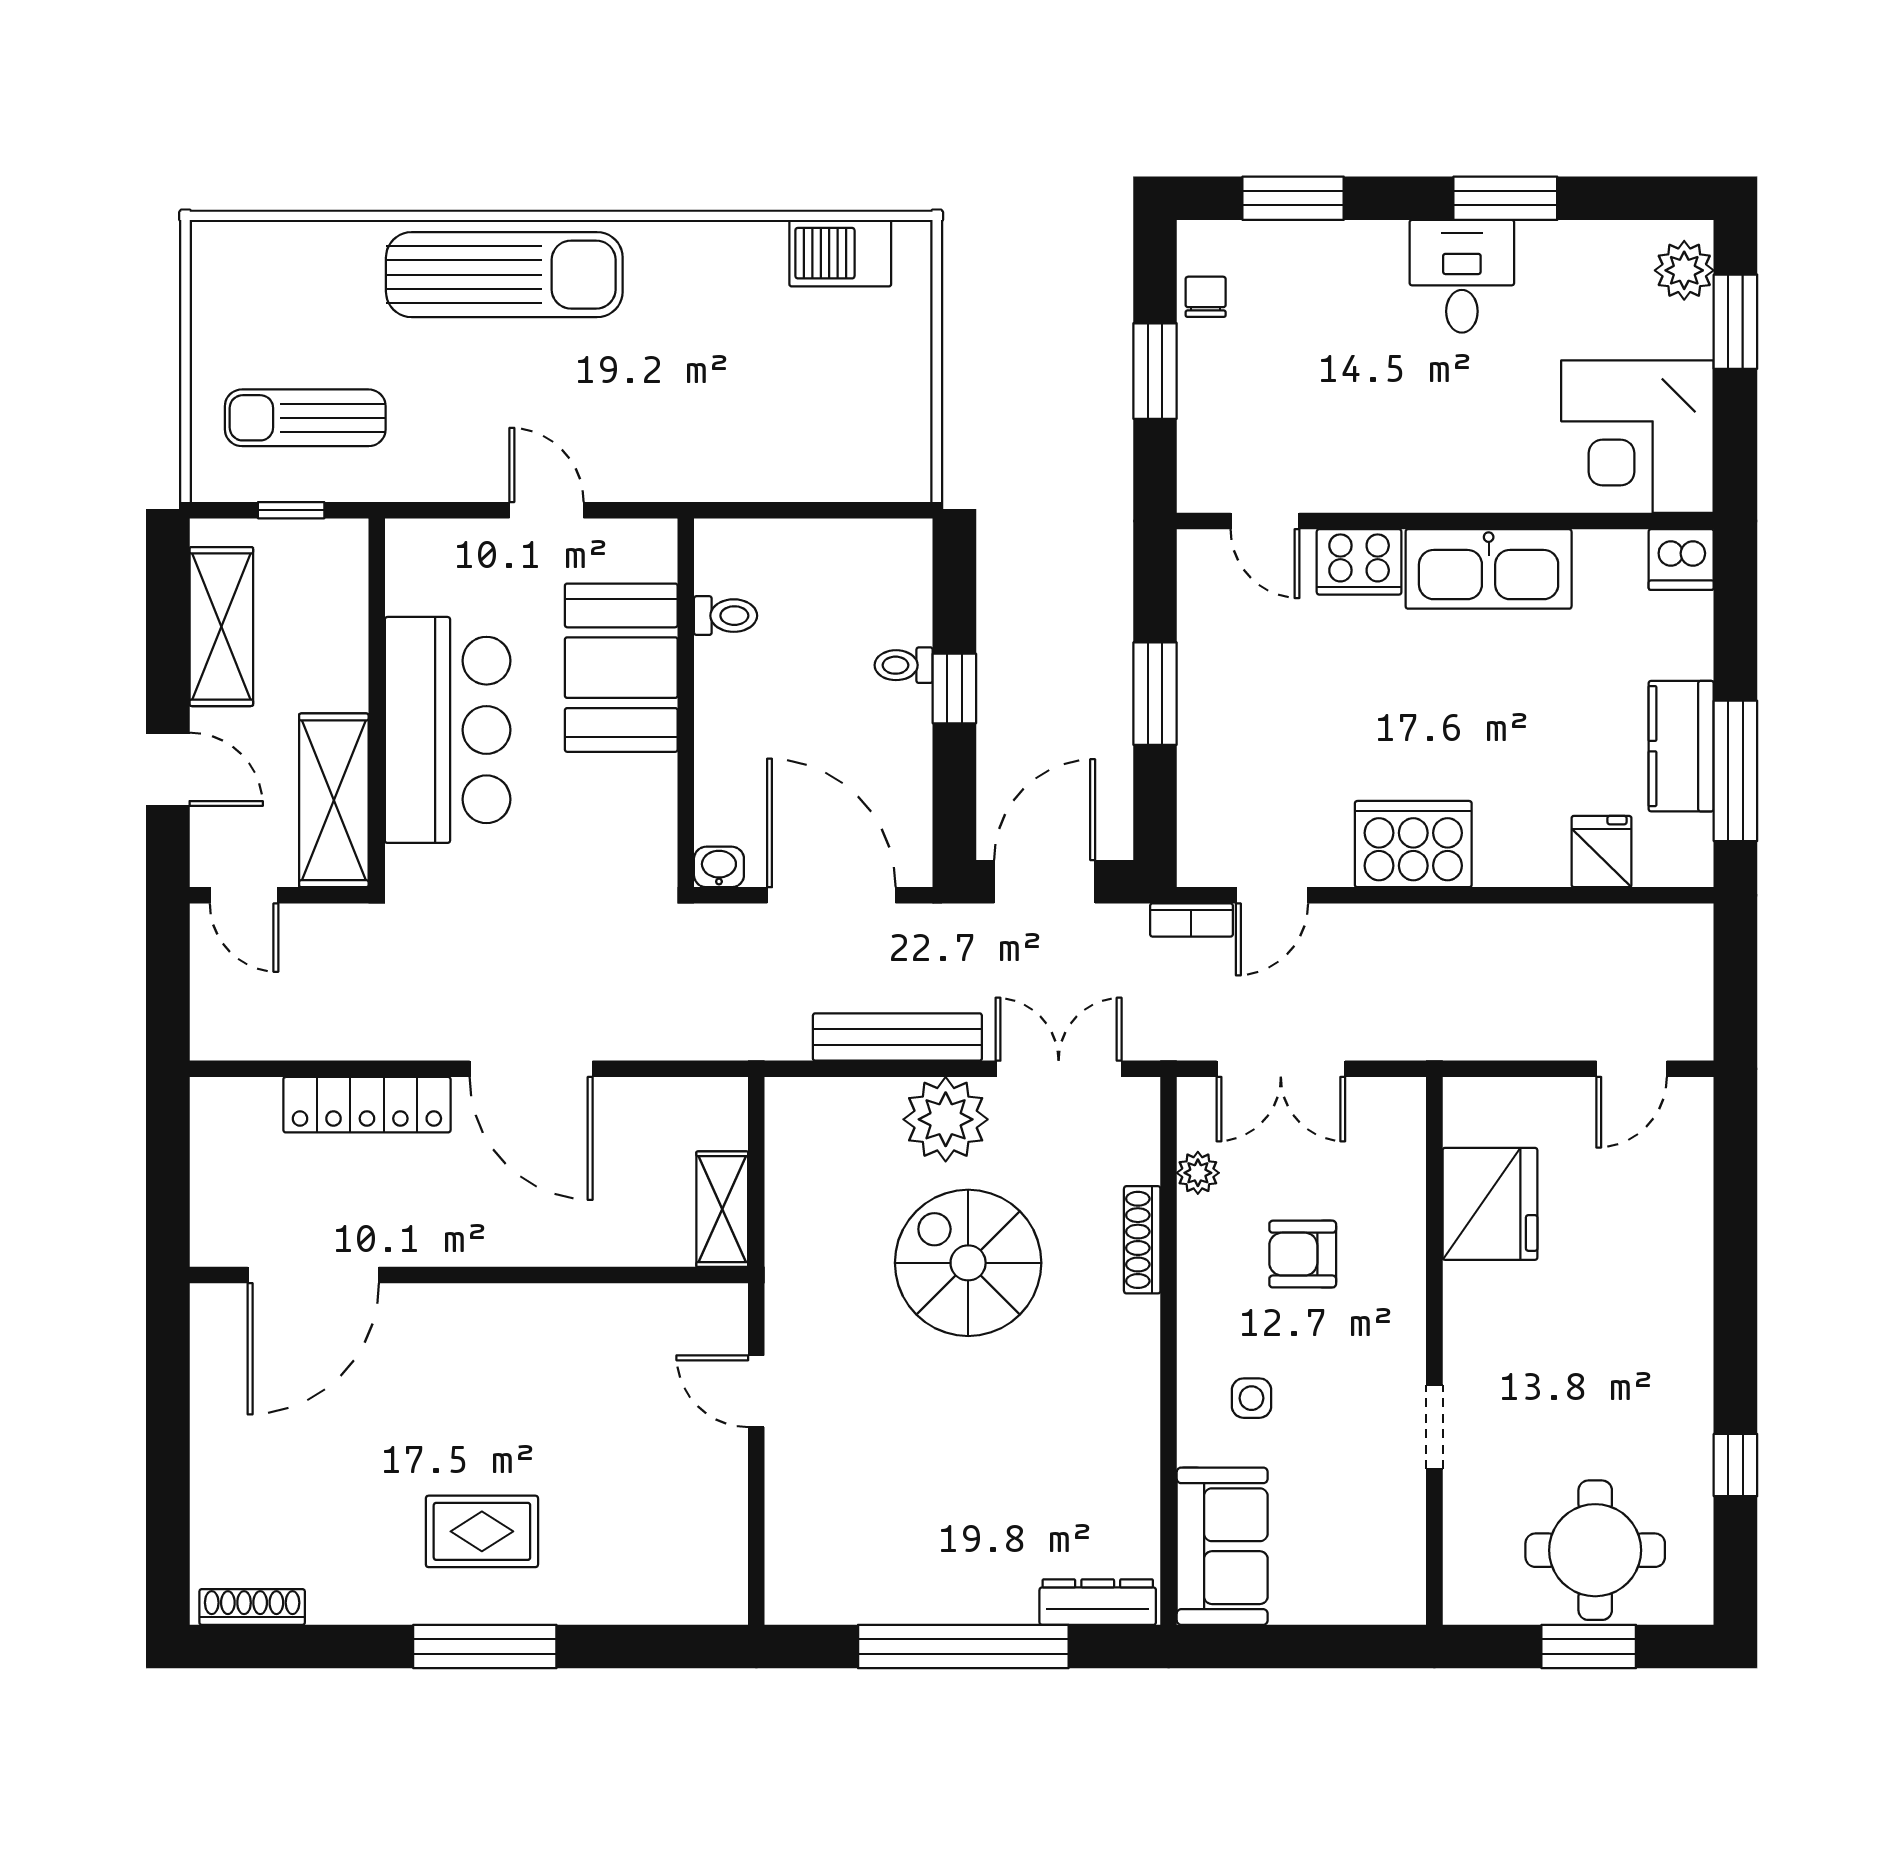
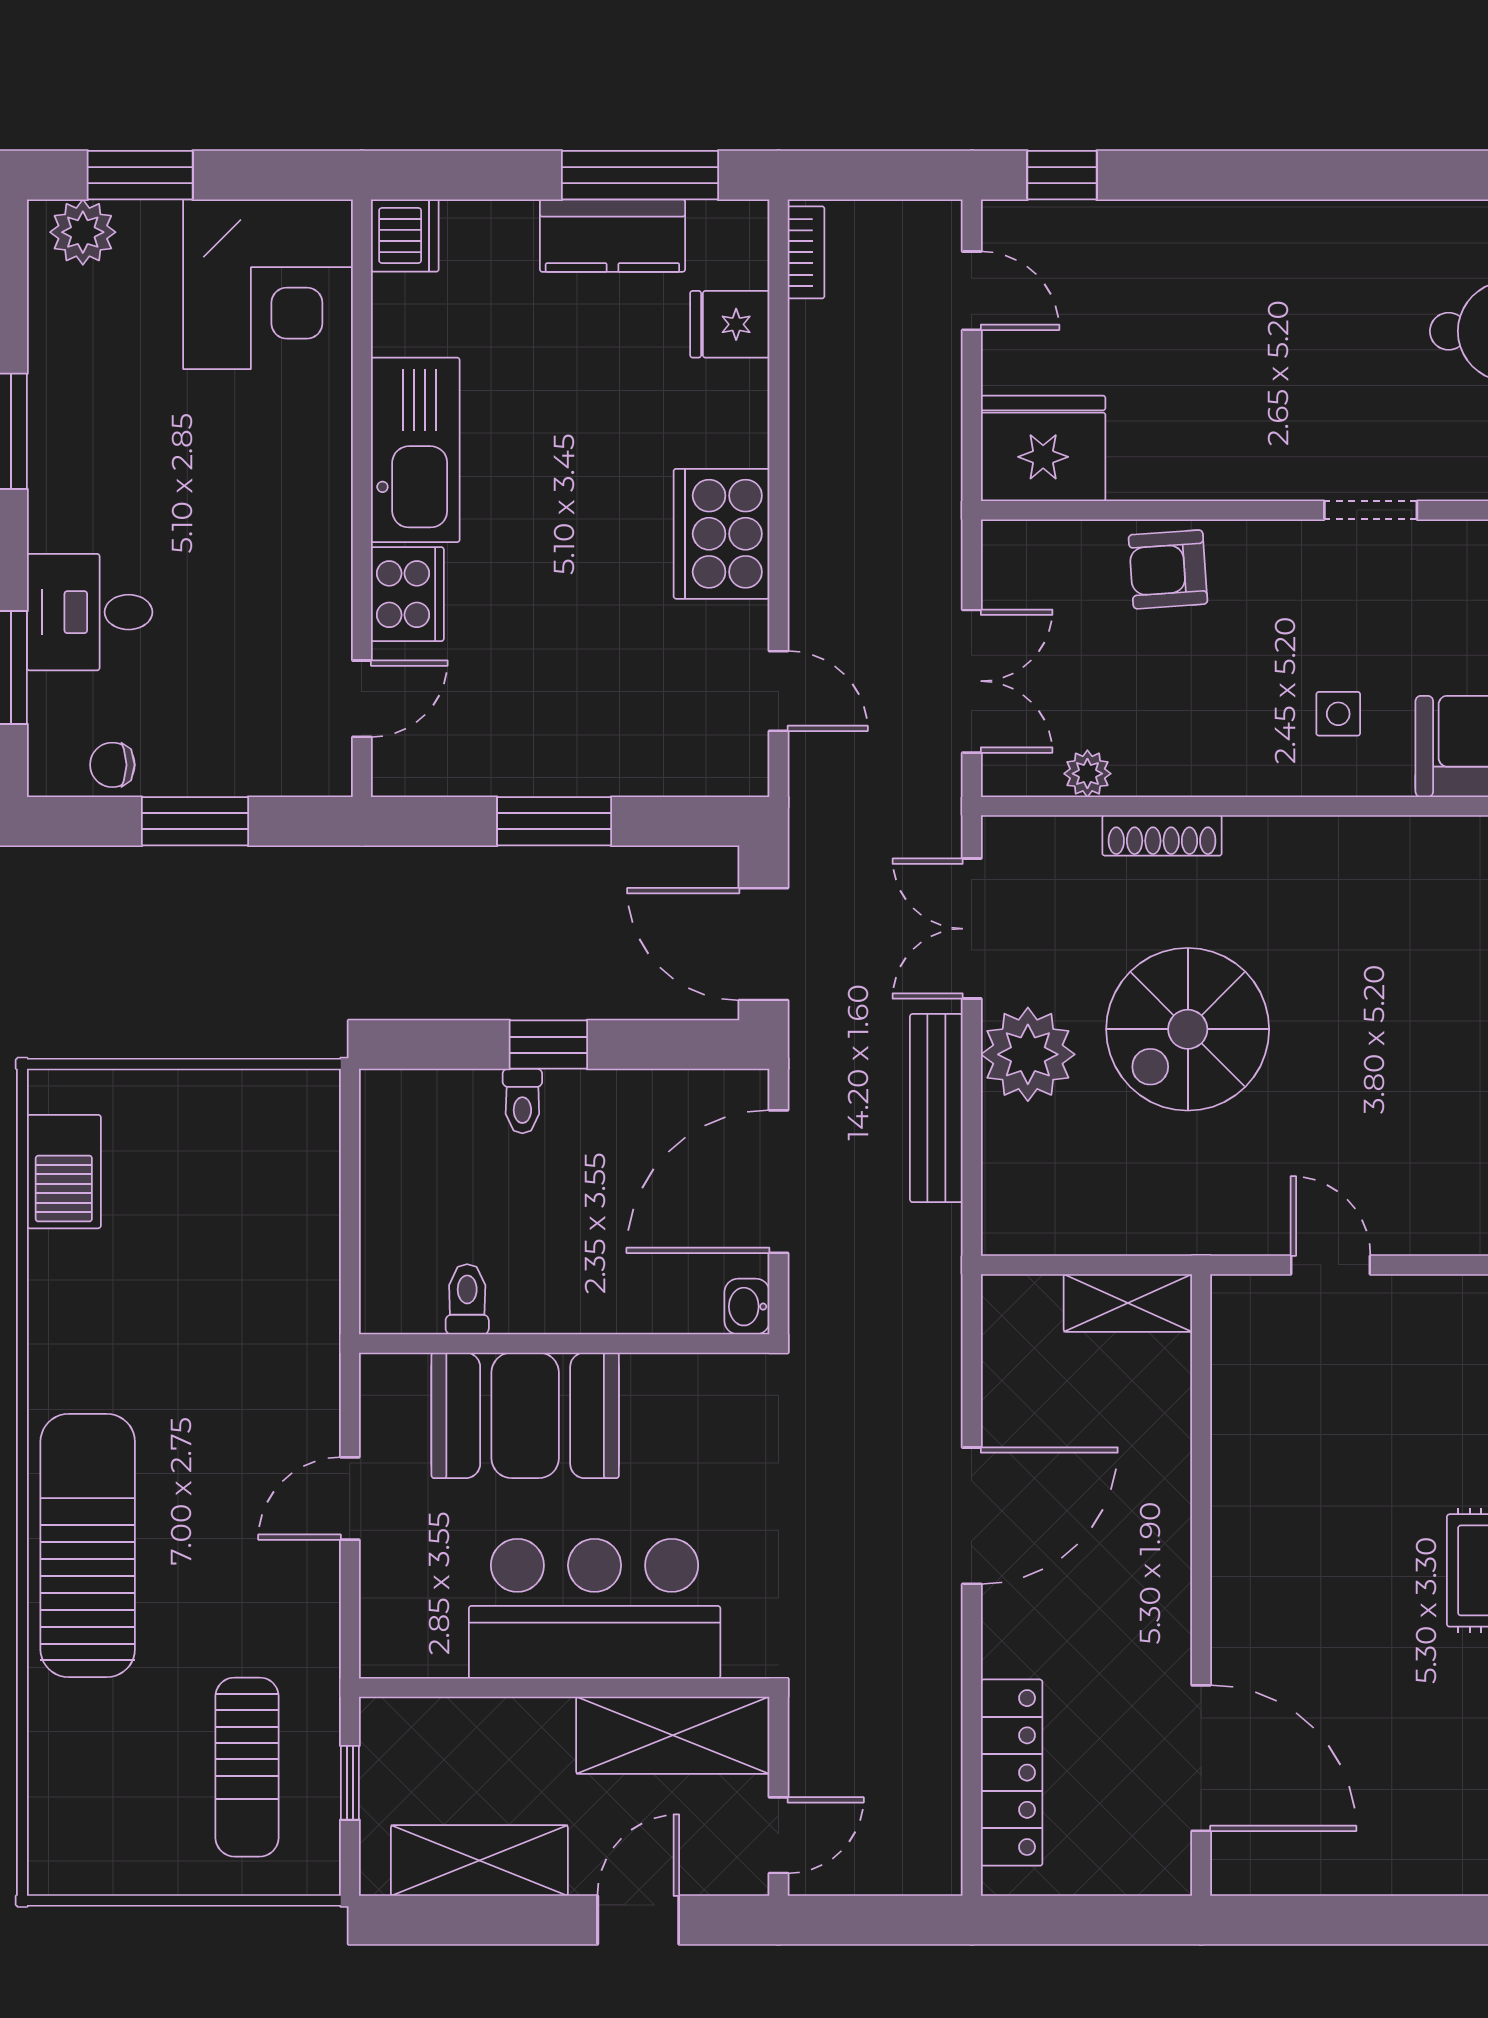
desk: (1462, 276) -> (90, 612), moved
bookcase: (1191, 920) -> (806, 252), moved
locker: (367, 1105) -> (1012, 1773), moved
fridge: (1490, 1204) -> (1043, 448), moved
armchair: (1303, 1254) -> (1168, 569), moved, turned 86
door: (756, 1391) -> (1331, 1265), swing flipped
window: (1735, 1465) -> (1062, 175), moved

